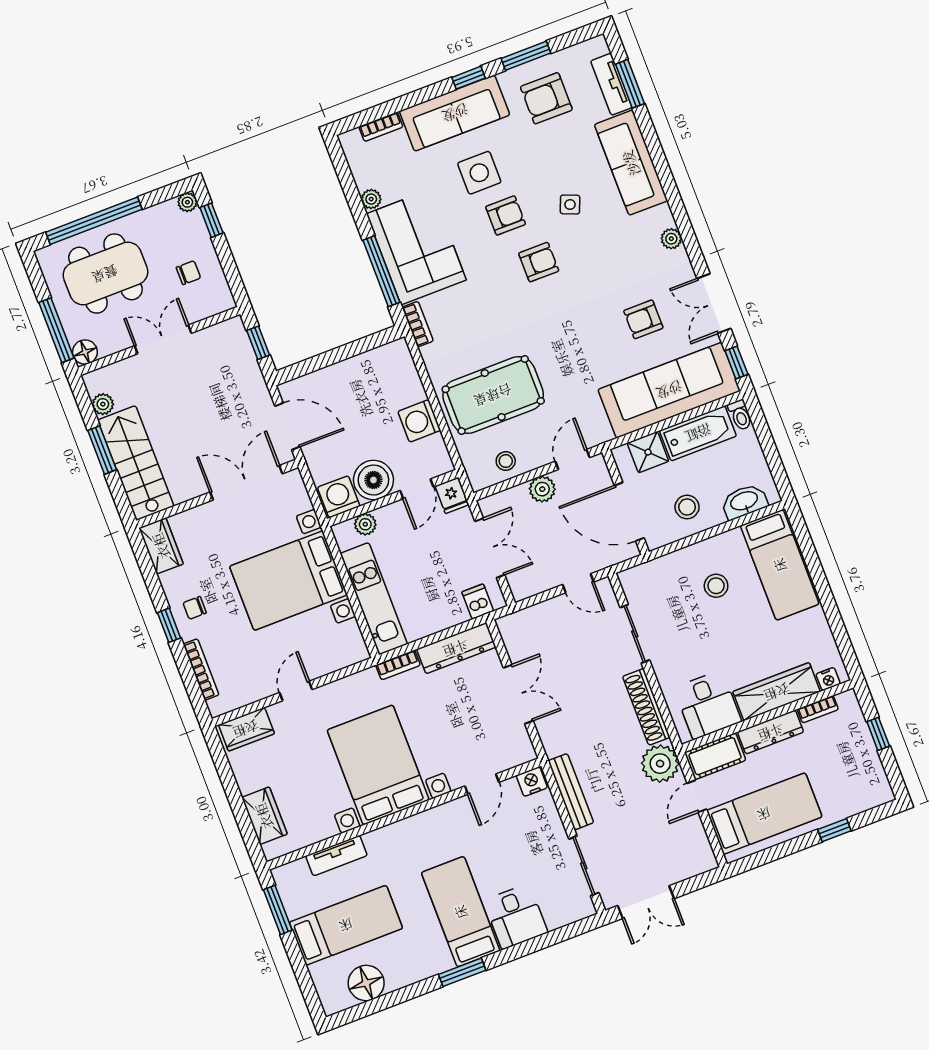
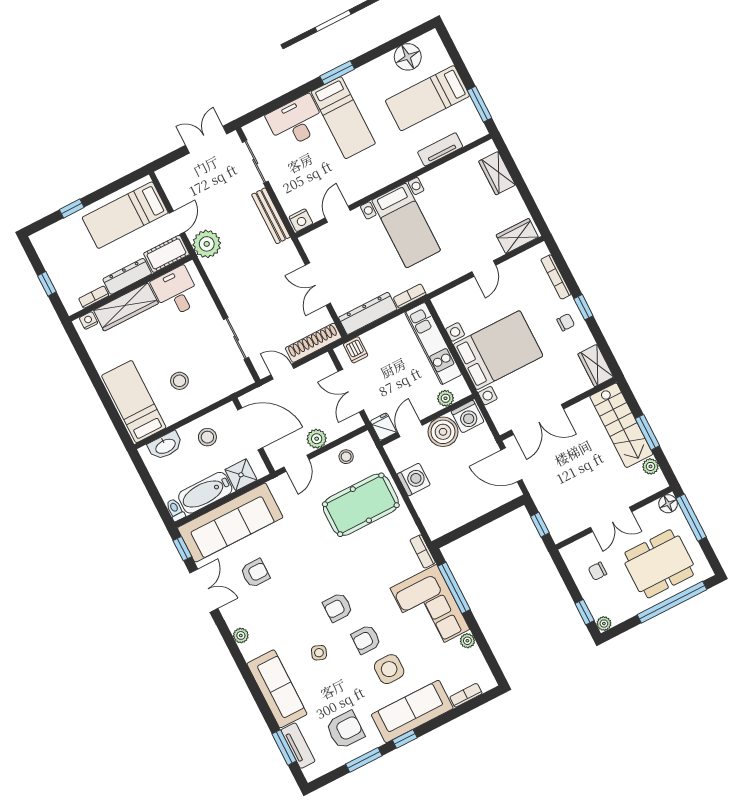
shoe rack: (646, 707) -> (313, 343), moved, turned -90
bed with nightstands: (378, 765) -> (406, 225), width x0.73
desk: (516, 917) -> (296, 122), width x1.37

